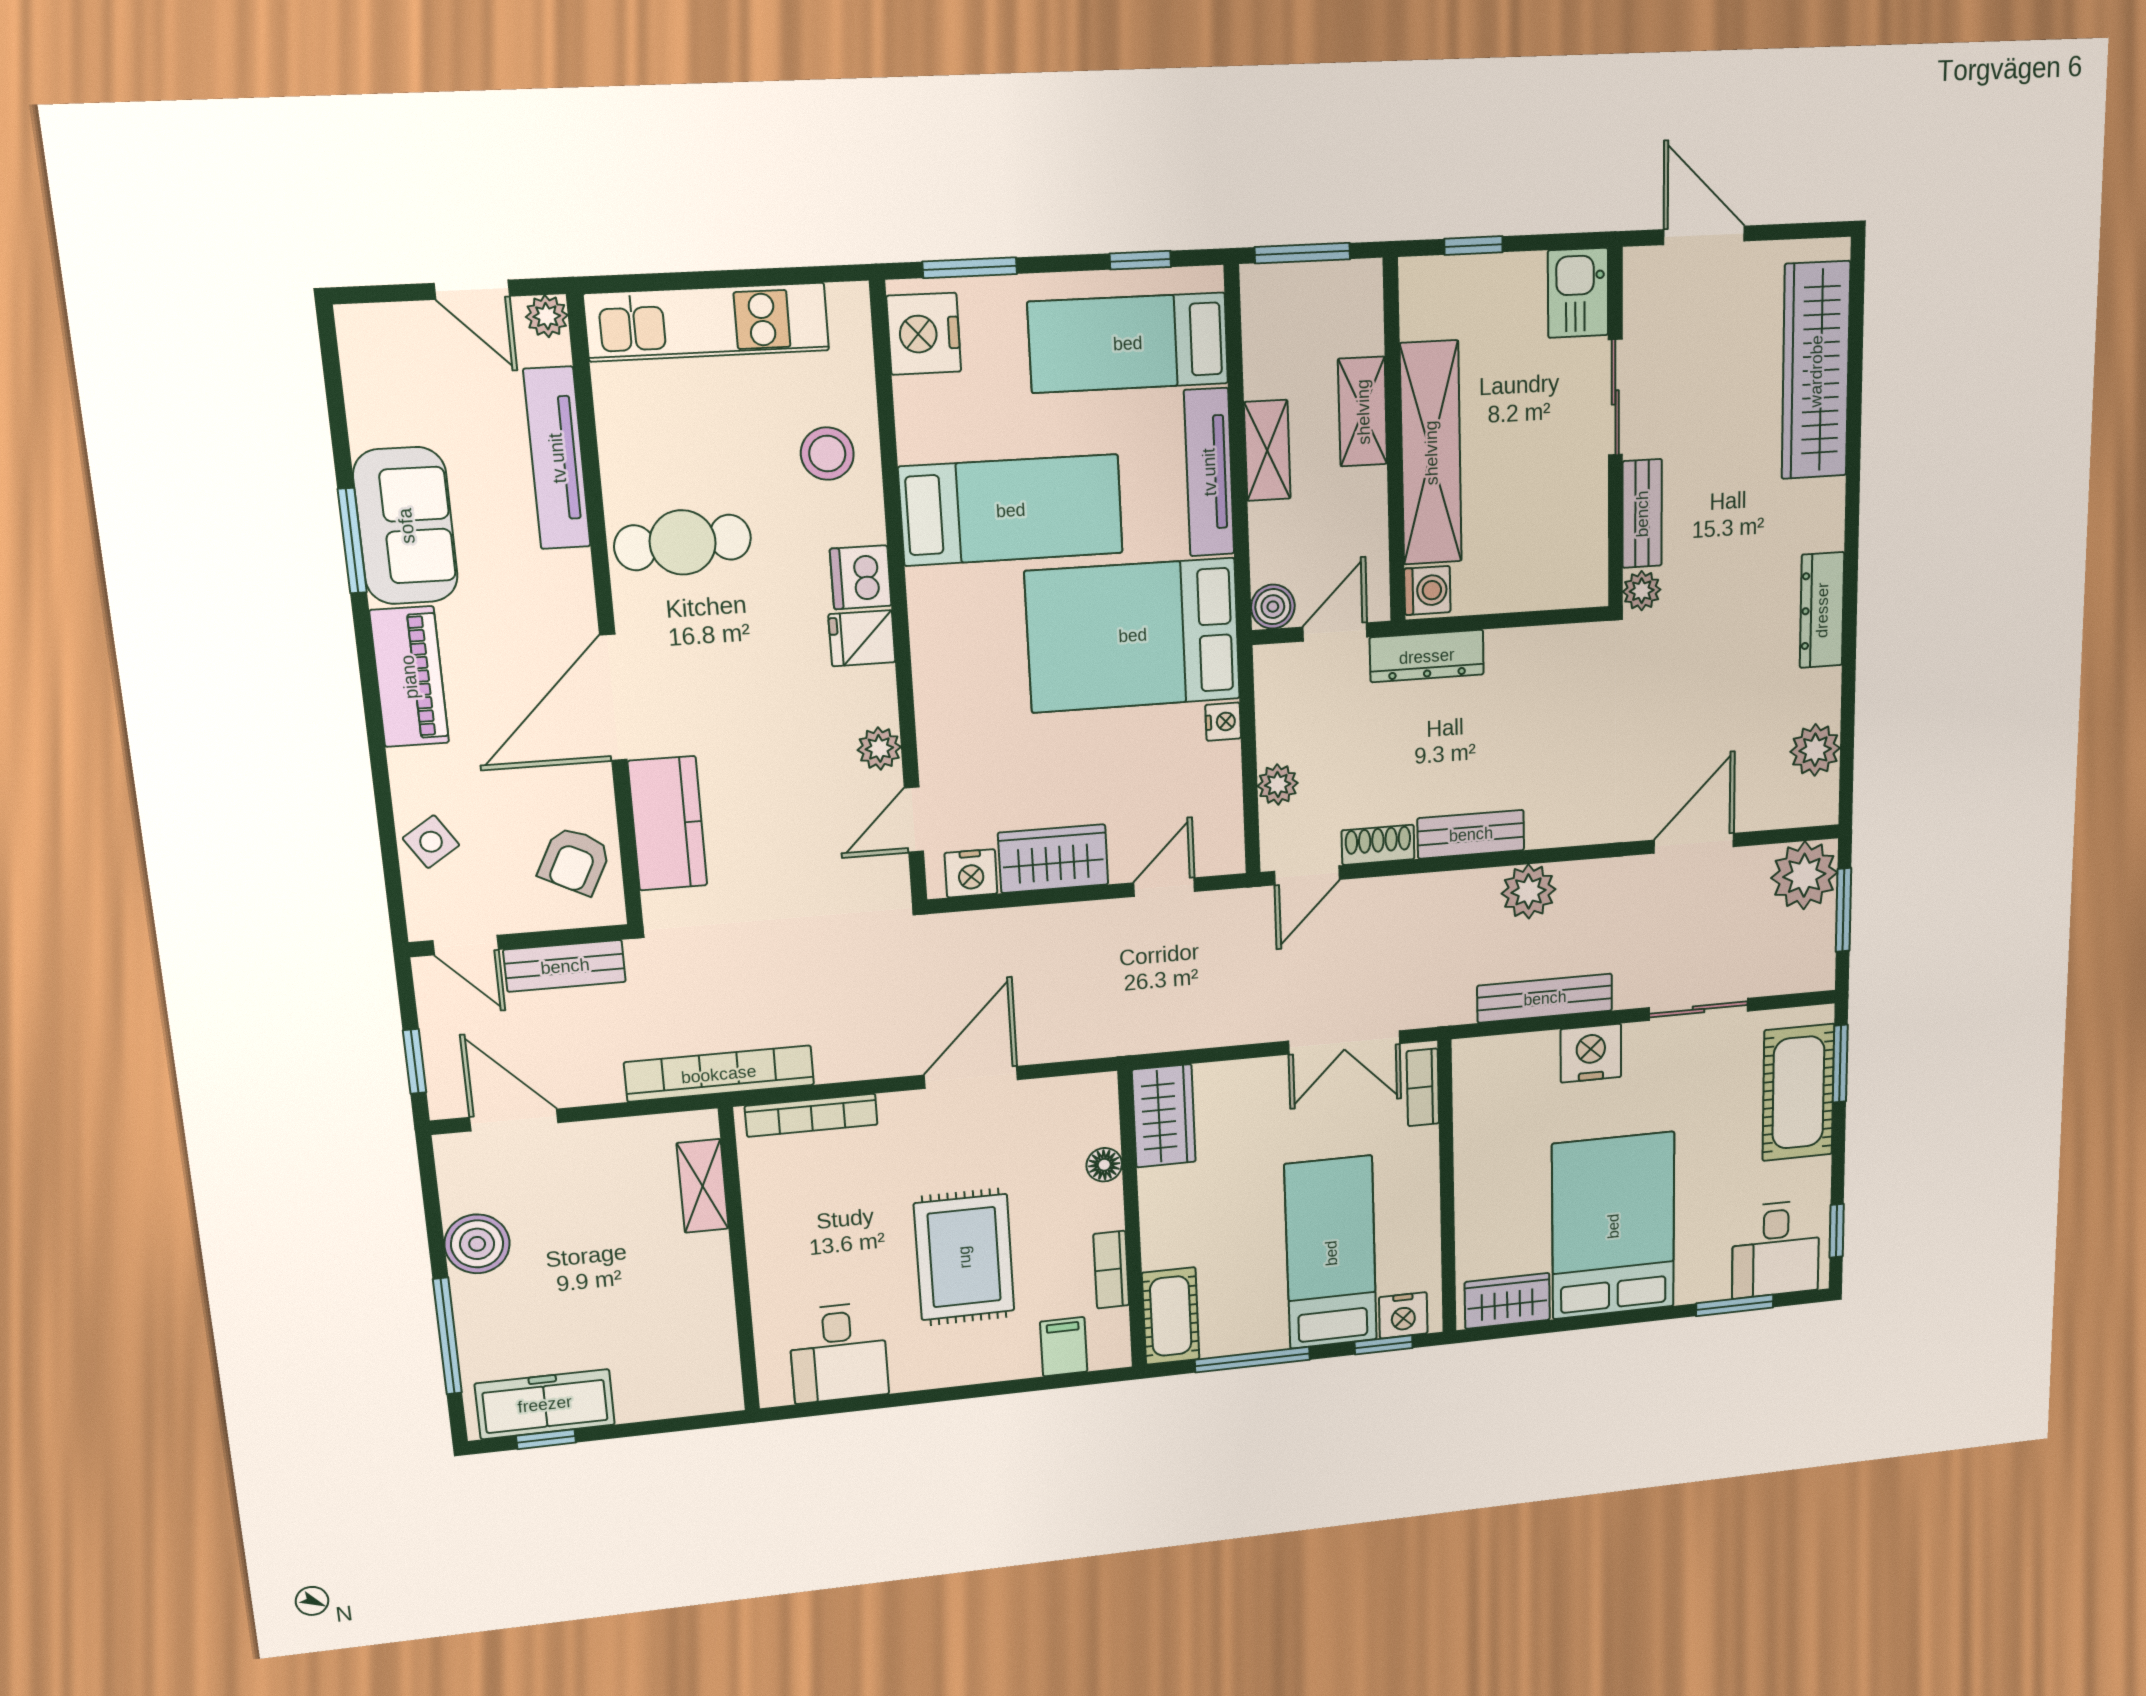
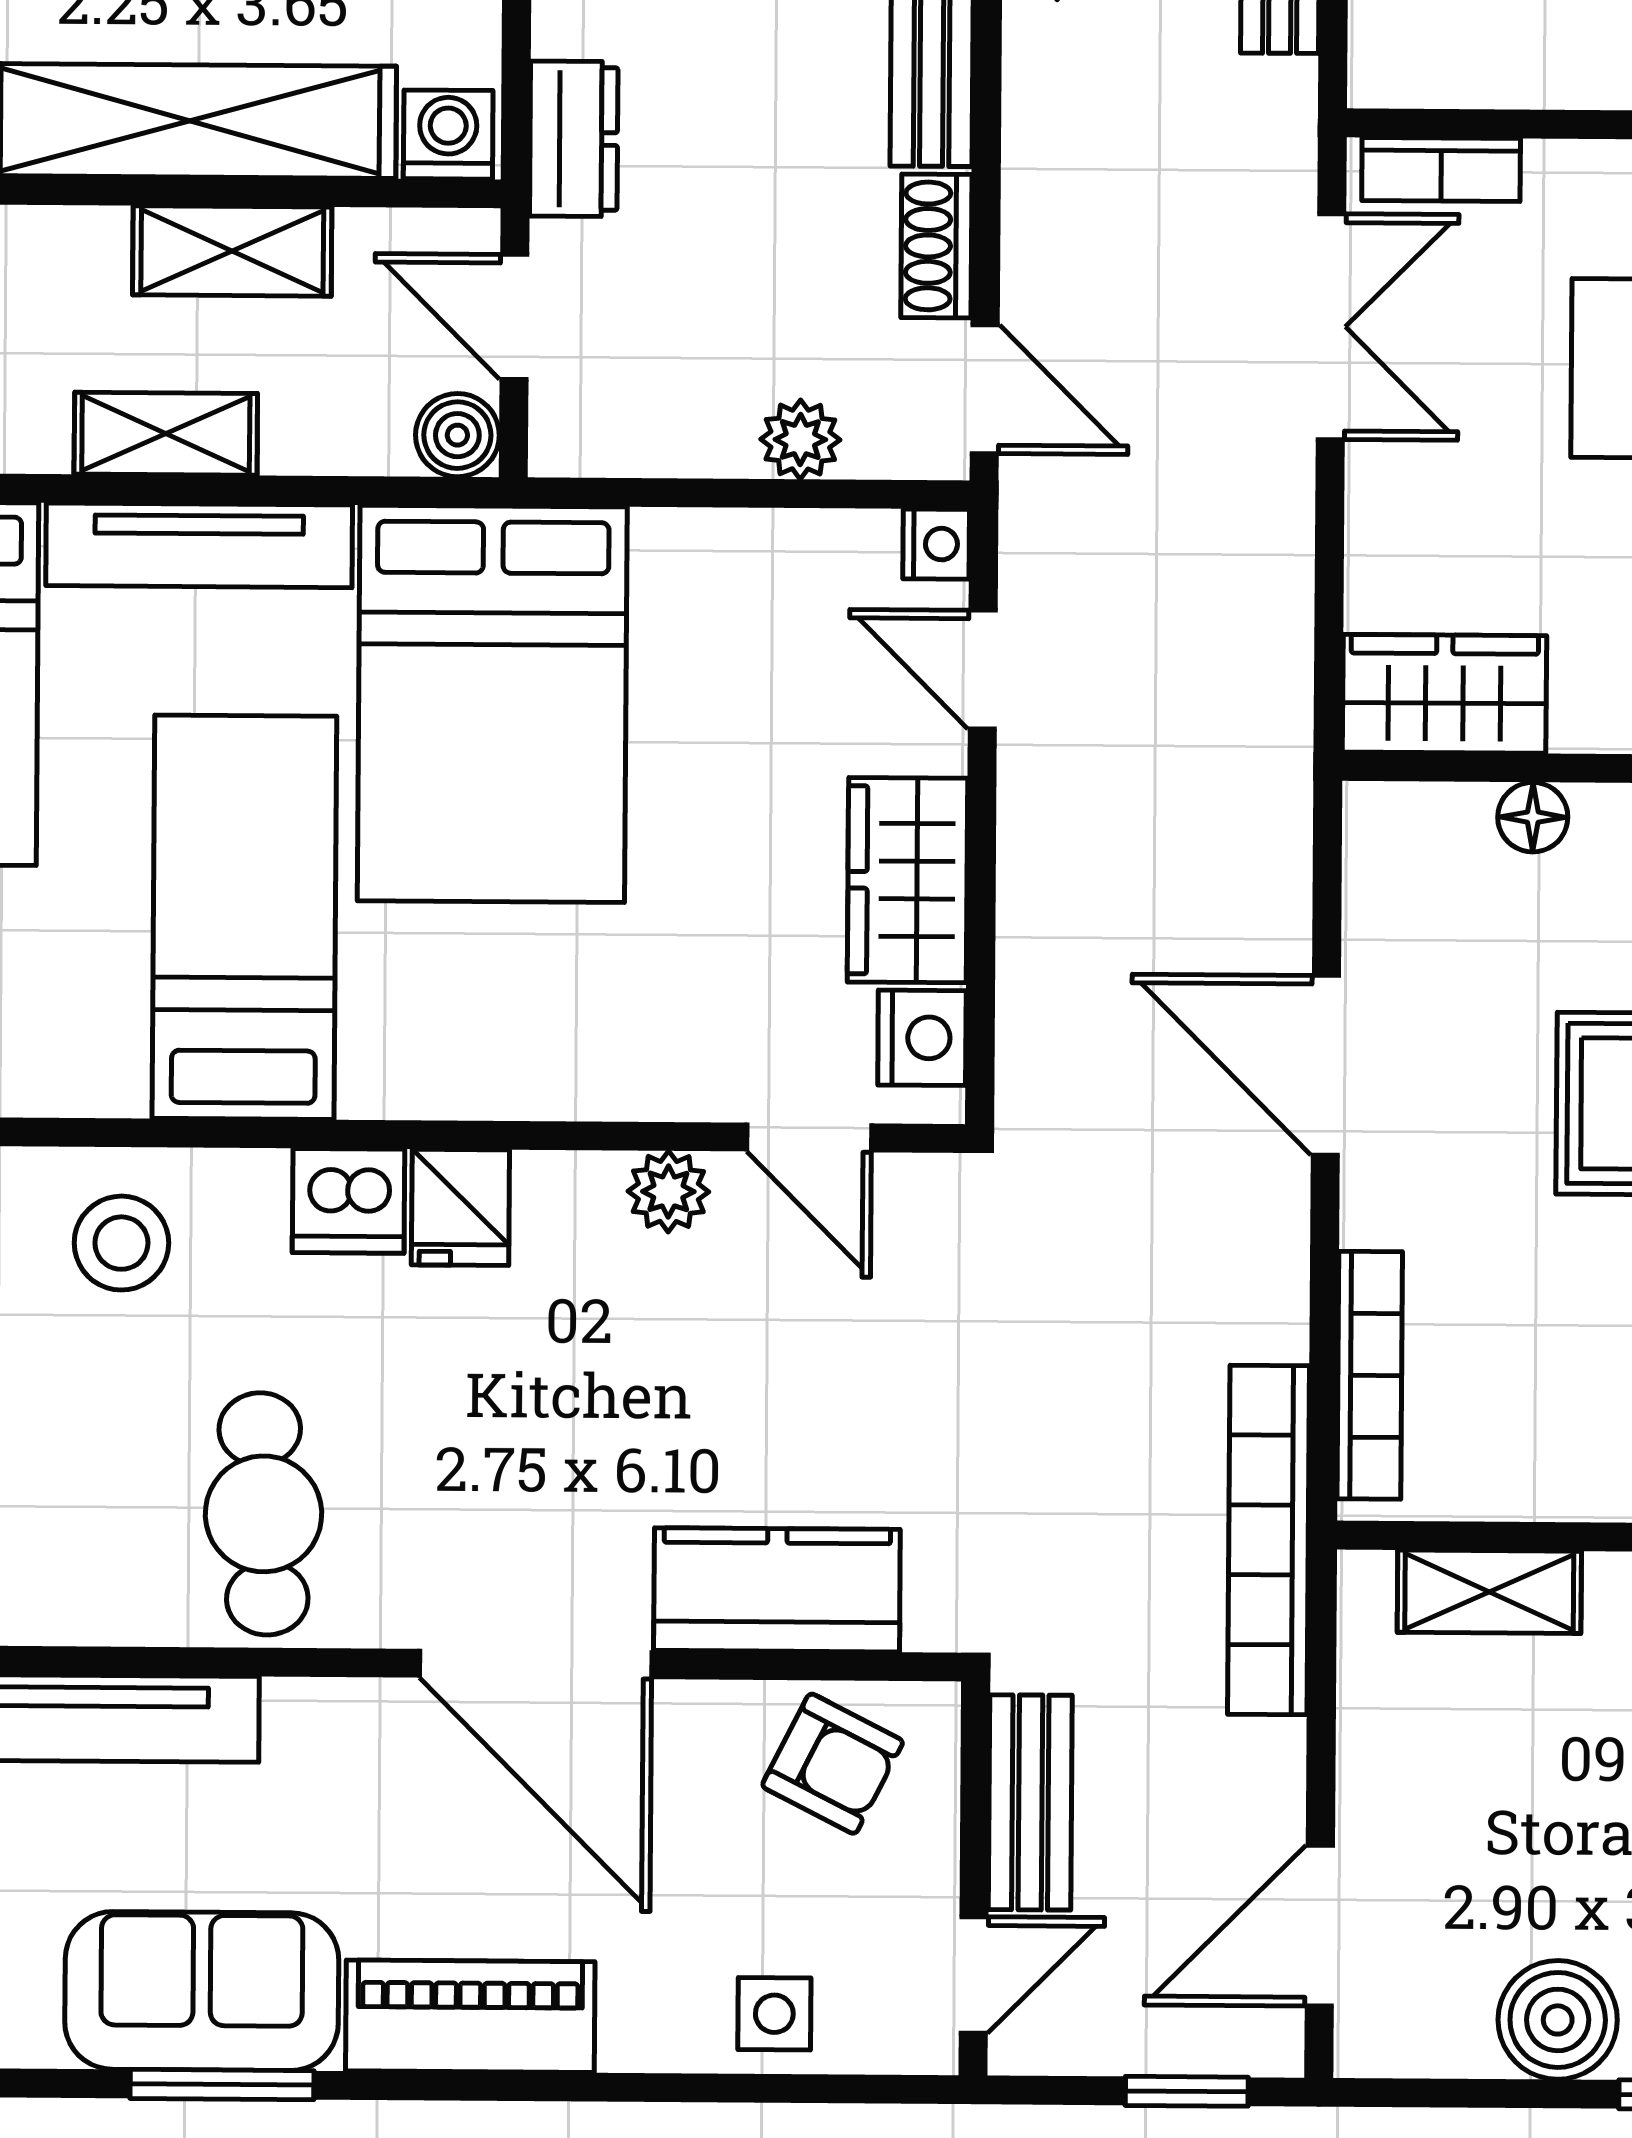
shelving: (1363, 412) -> (232, 251), moved
dresser: (1427, 656) -> (574, 139), width x0.70
nightstand: (1223, 722) -> (936, 544), moved, turned 90
side table: (431, 842) -> (774, 2014), turned 33

